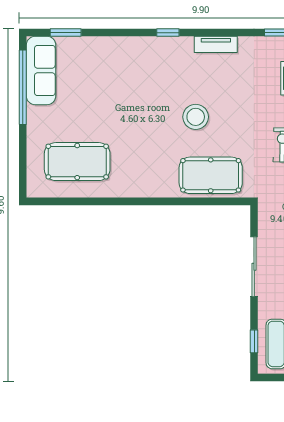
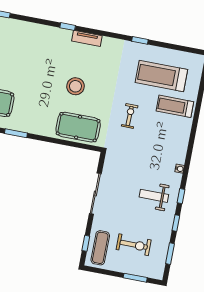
tv unit: (216, 44) -> (87, 38), moved
window: (122, 201) -> (16, 133), added

